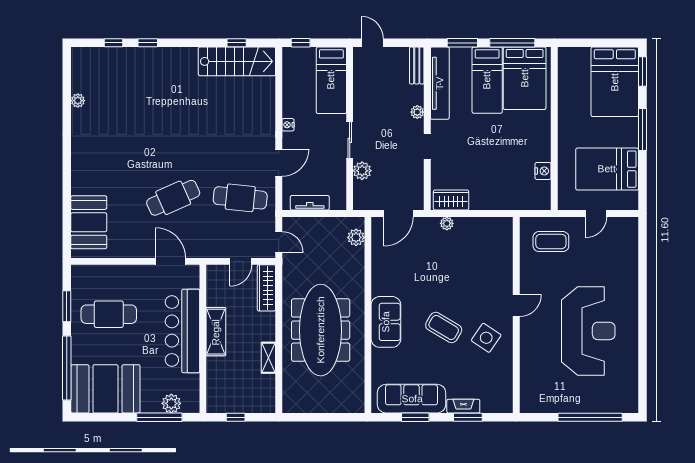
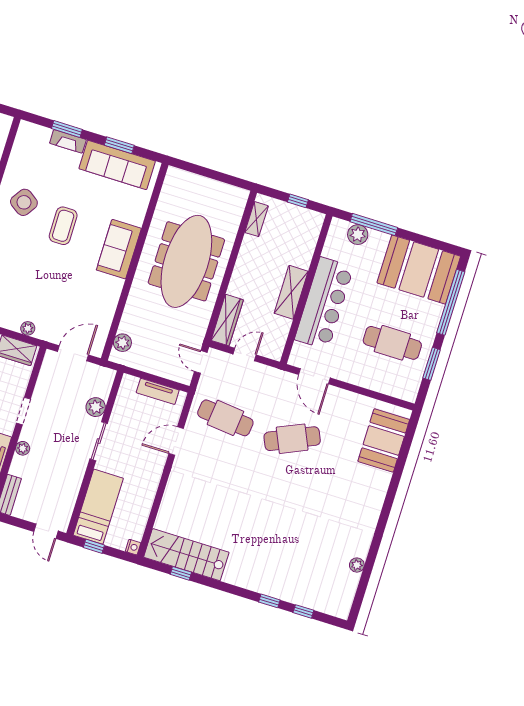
window: (301, 43) -> (94, 546), moved
nightstand: (288, 125) -> (133, 547), moved
coffee table: (444, 327) -> (63, 226), turned 59
shelving: (268, 358) -> (257, 219), moved

